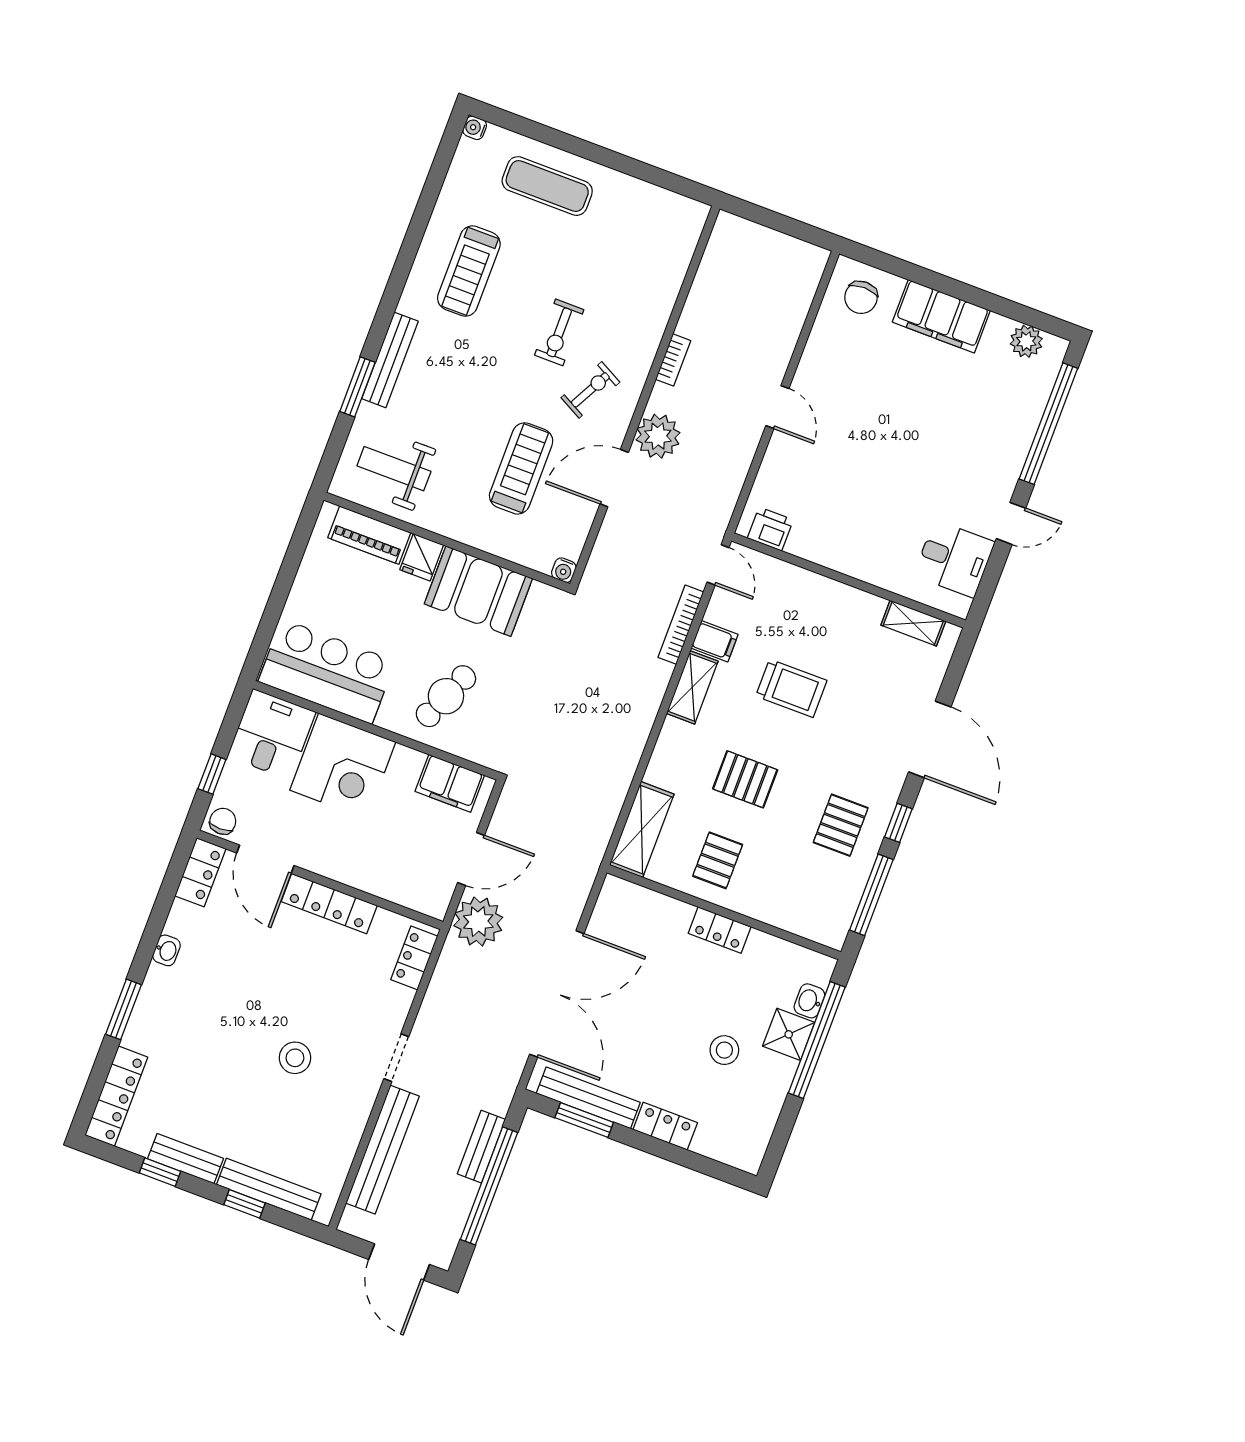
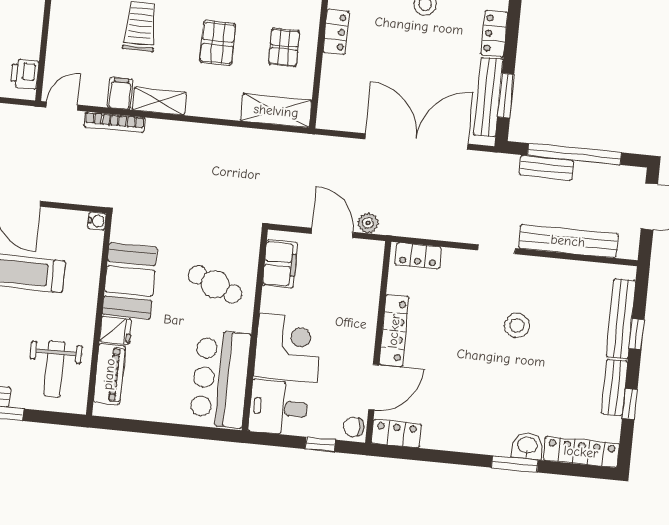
pallet: (718, 860) -> (284, 47), turned 90
plant: (478, 922) -> (368, 223), width x0.53, depth x0.53
washbasin: (166, 950) -> (527, 446), moved, width x1.38, depth x1.45

